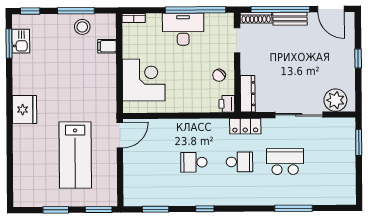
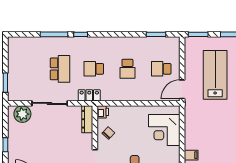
school desk: (194, 162) -> (127, 69), turned 90
school desk: (285, 162) -> (60, 69), turned -90
school desk: (148, 163) -> (161, 69), added
window: (205, 209) -> (81, 34), moved

